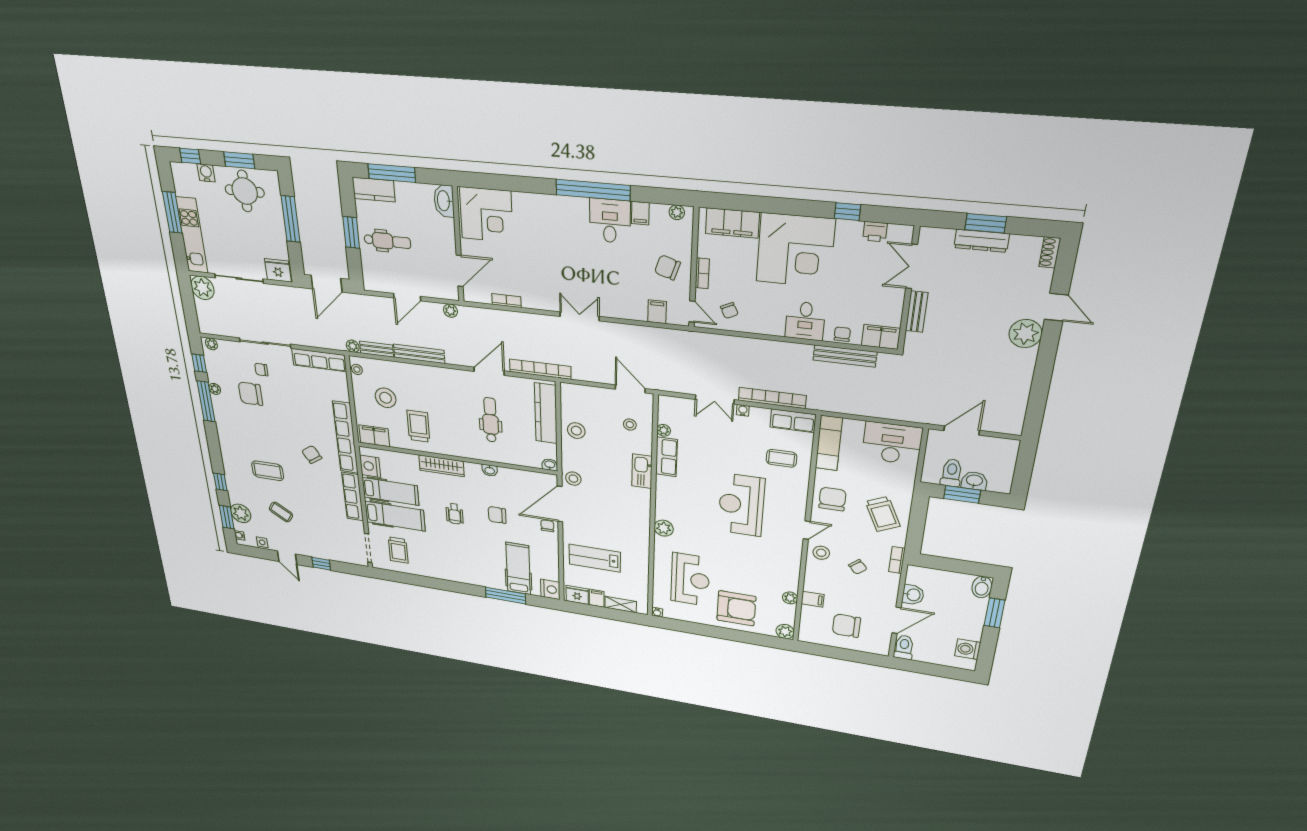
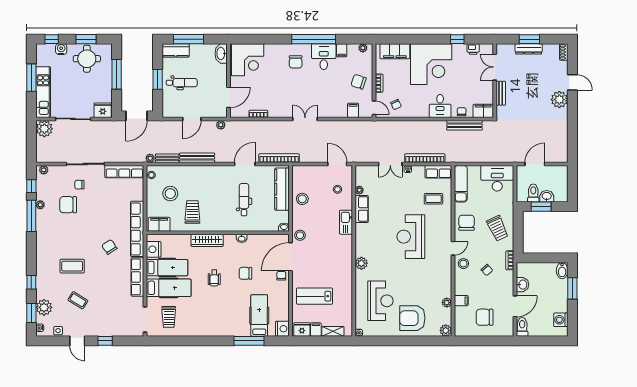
chair: (563, 225) -> (296, 62), added
armchair: (736, 608) -> (412, 318), turned 180

